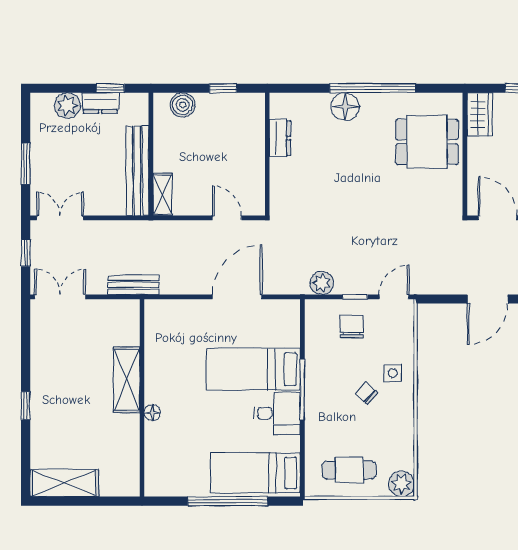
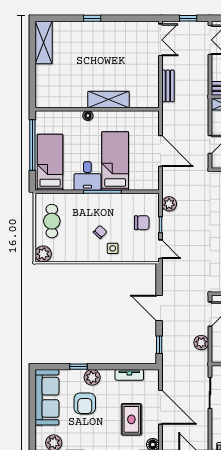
shelving: (127, 380) -> (108, 100), moved
wall: (142, 398) -> (97, 109), moved
floor lamp: (152, 413) -> (88, 116), moved

